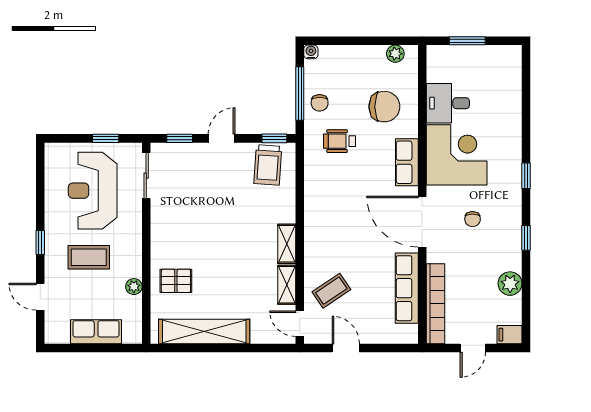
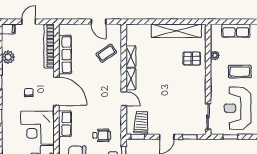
reception desk: (93, 191) -> (238, 108), turned 180
door: (300, 324) -> (124, 99), moved

